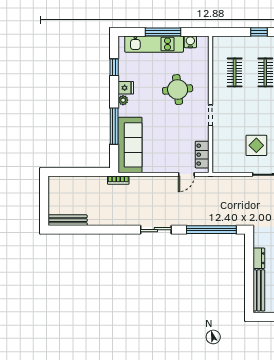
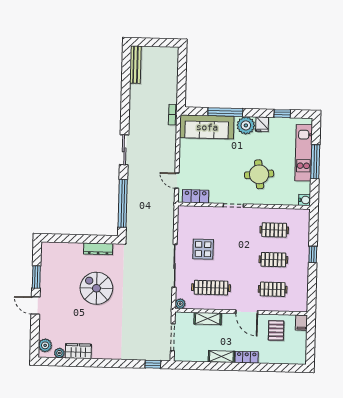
water cooler: (190, 42) -> (305, 200), moved
plant: (123, 100) -> (246, 125), width x1.88, depth x1.88
dresser: (259, 258) -> (98, 249), width x1.44
bench: (259, 290) -> (63, 248), removed

